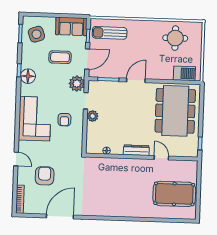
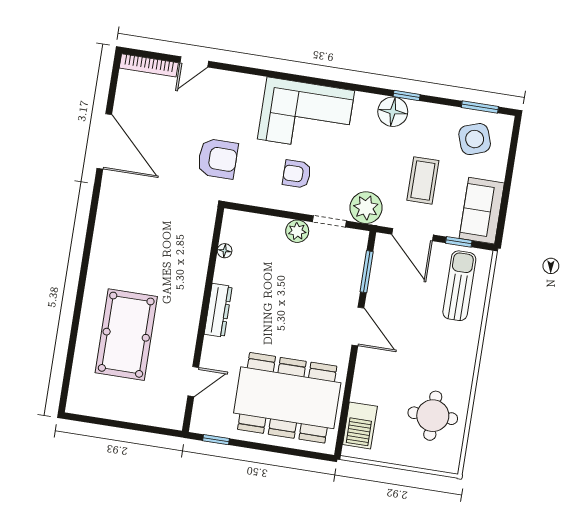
door: (161, 158) -> (193, 382), moved
door: (16, 159) -> (194, 62), moved
armchair: (45, 176) -> (218, 159), moved
pool table: (174, 194) -> (126, 335), moved

